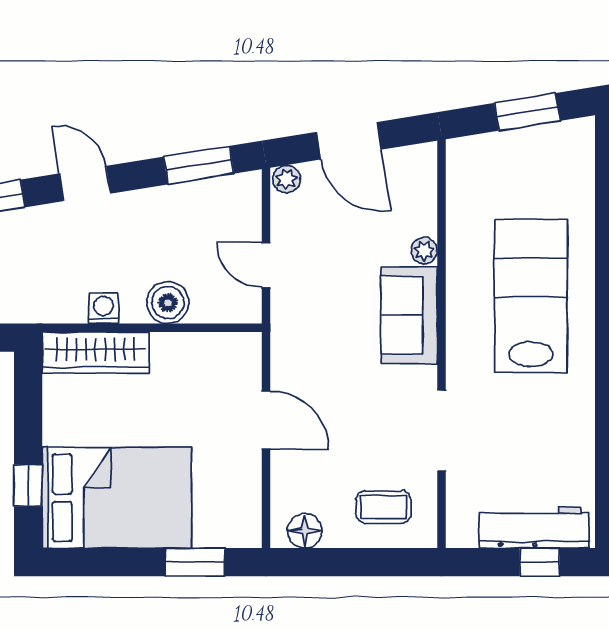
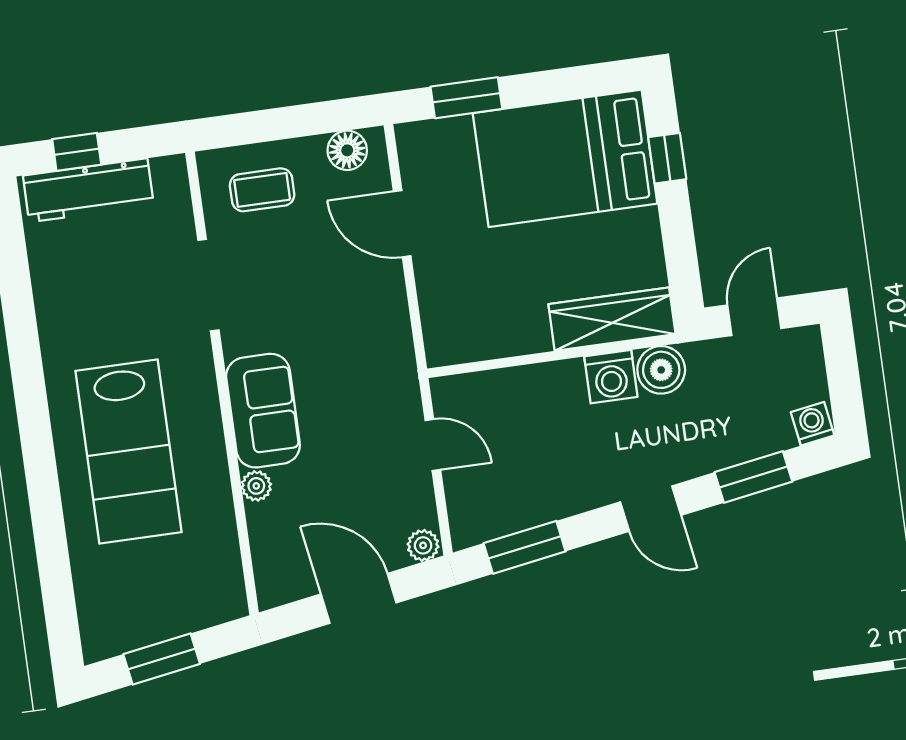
boiler: (168, 303) -> (661, 370), moved
washing machine: (103, 308) -> (611, 377), width x1.38, depth x1.38
door: (266, 420) -> (402, 224), moved

